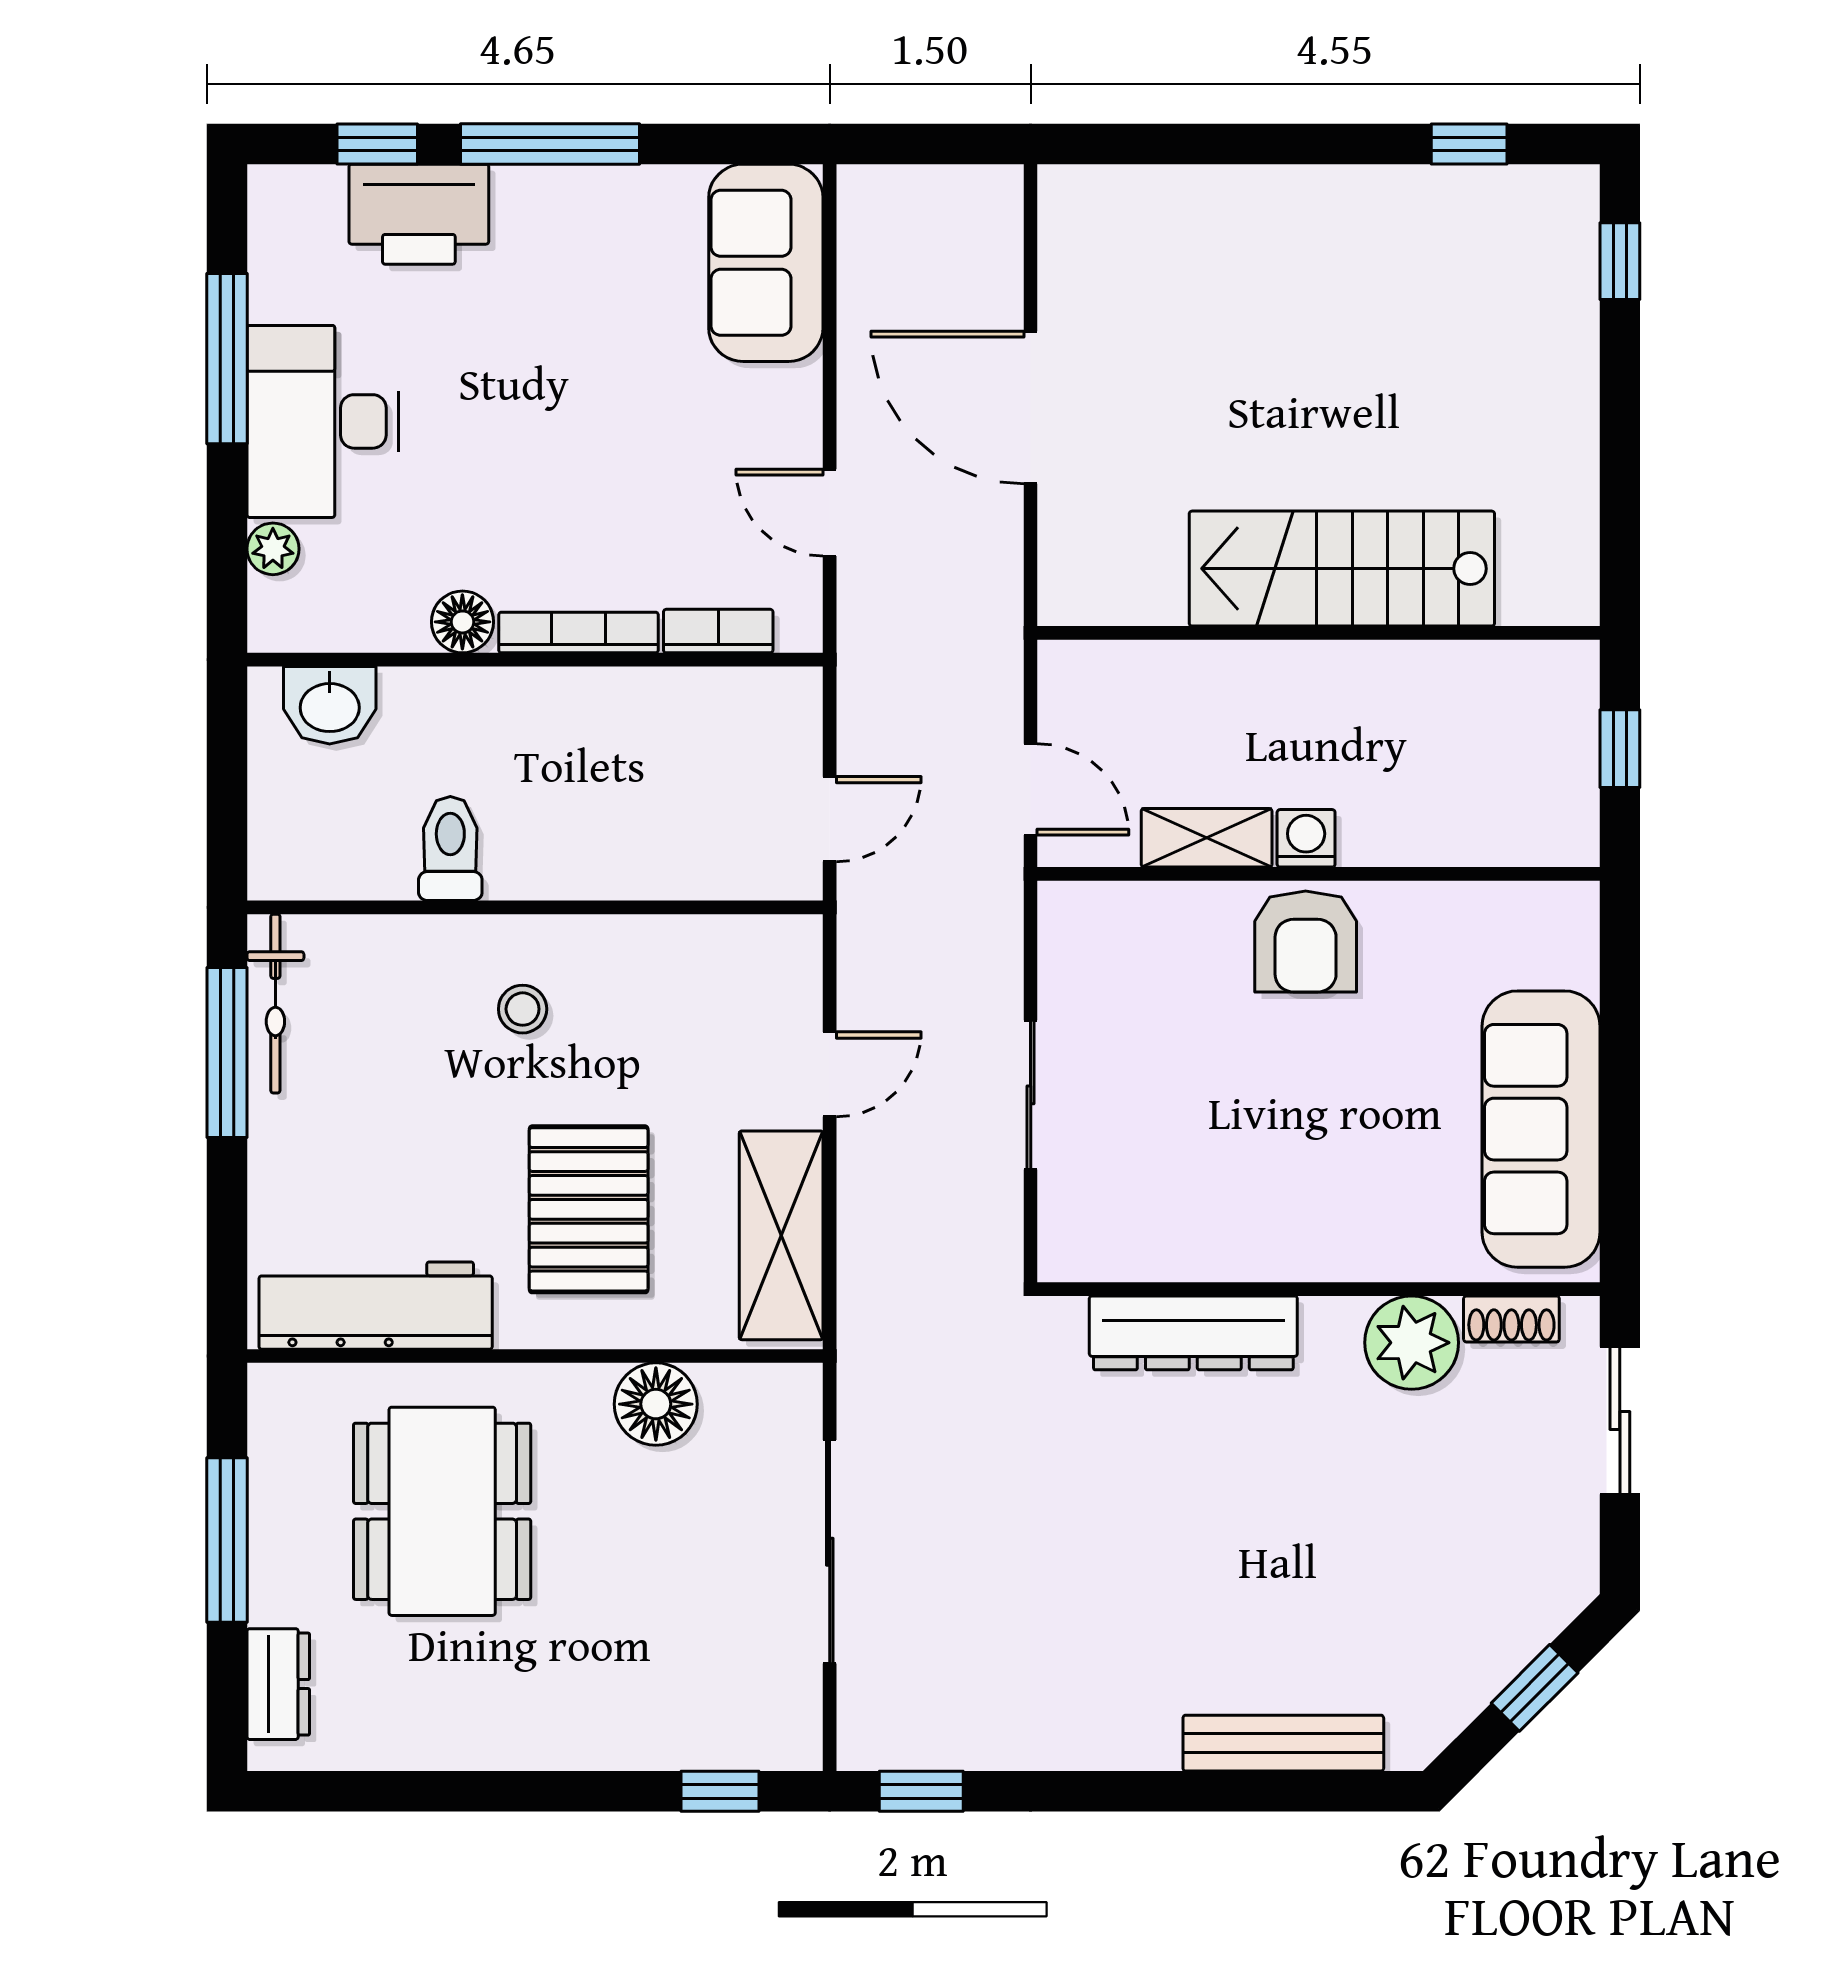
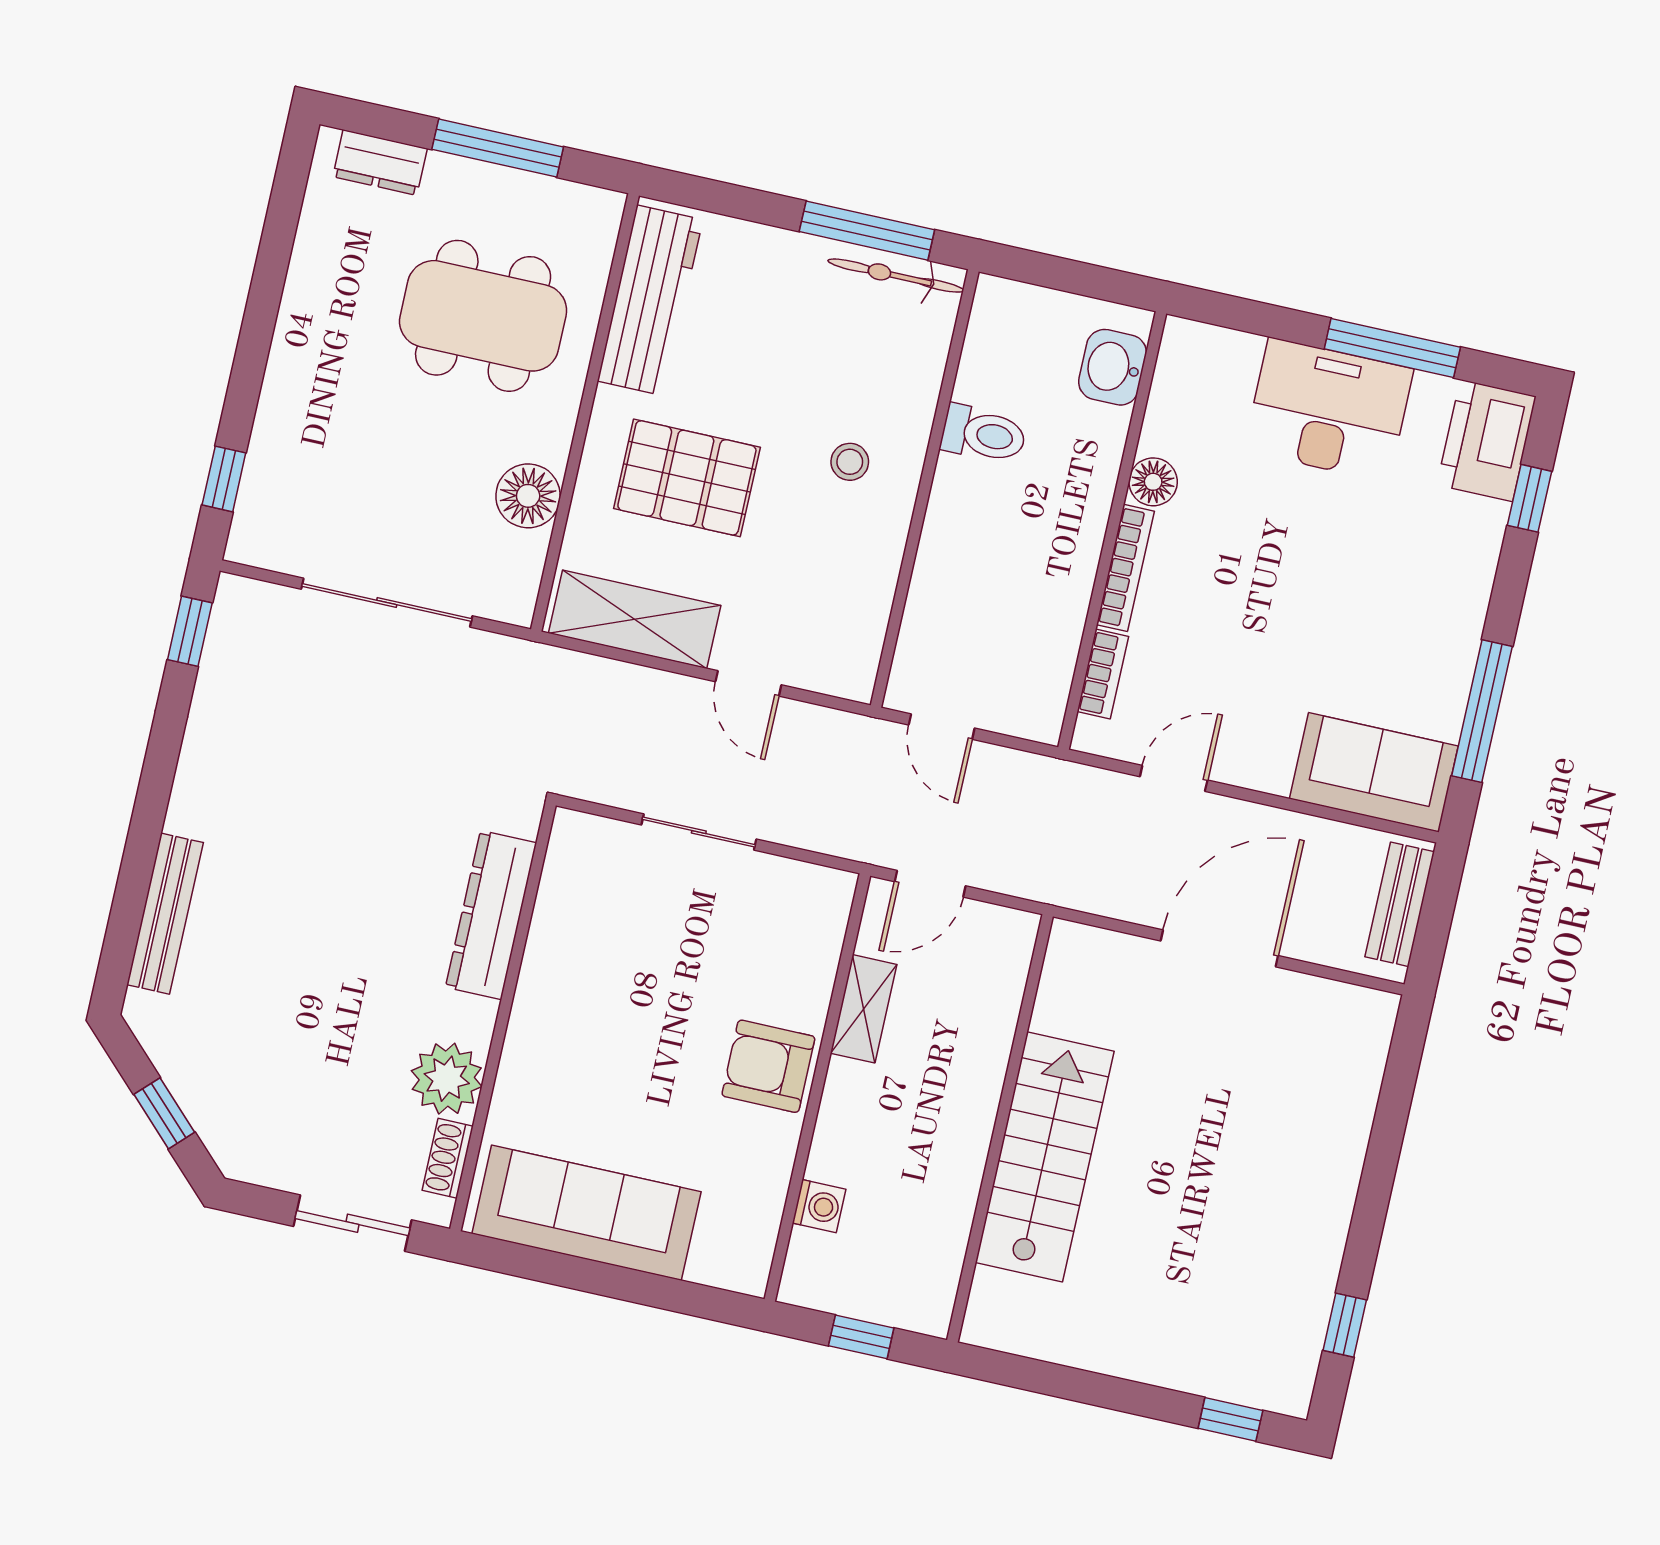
window: (550, 144) -> (1482, 711), moved
bench: (924, 193) -> (1400, 904), added
printer: (419, 214) -> (1487, 441), moved
plant: (273, 549) -> (1241, 351), removed
washing machine: (1306, 838) -> (819, 1206), moved

